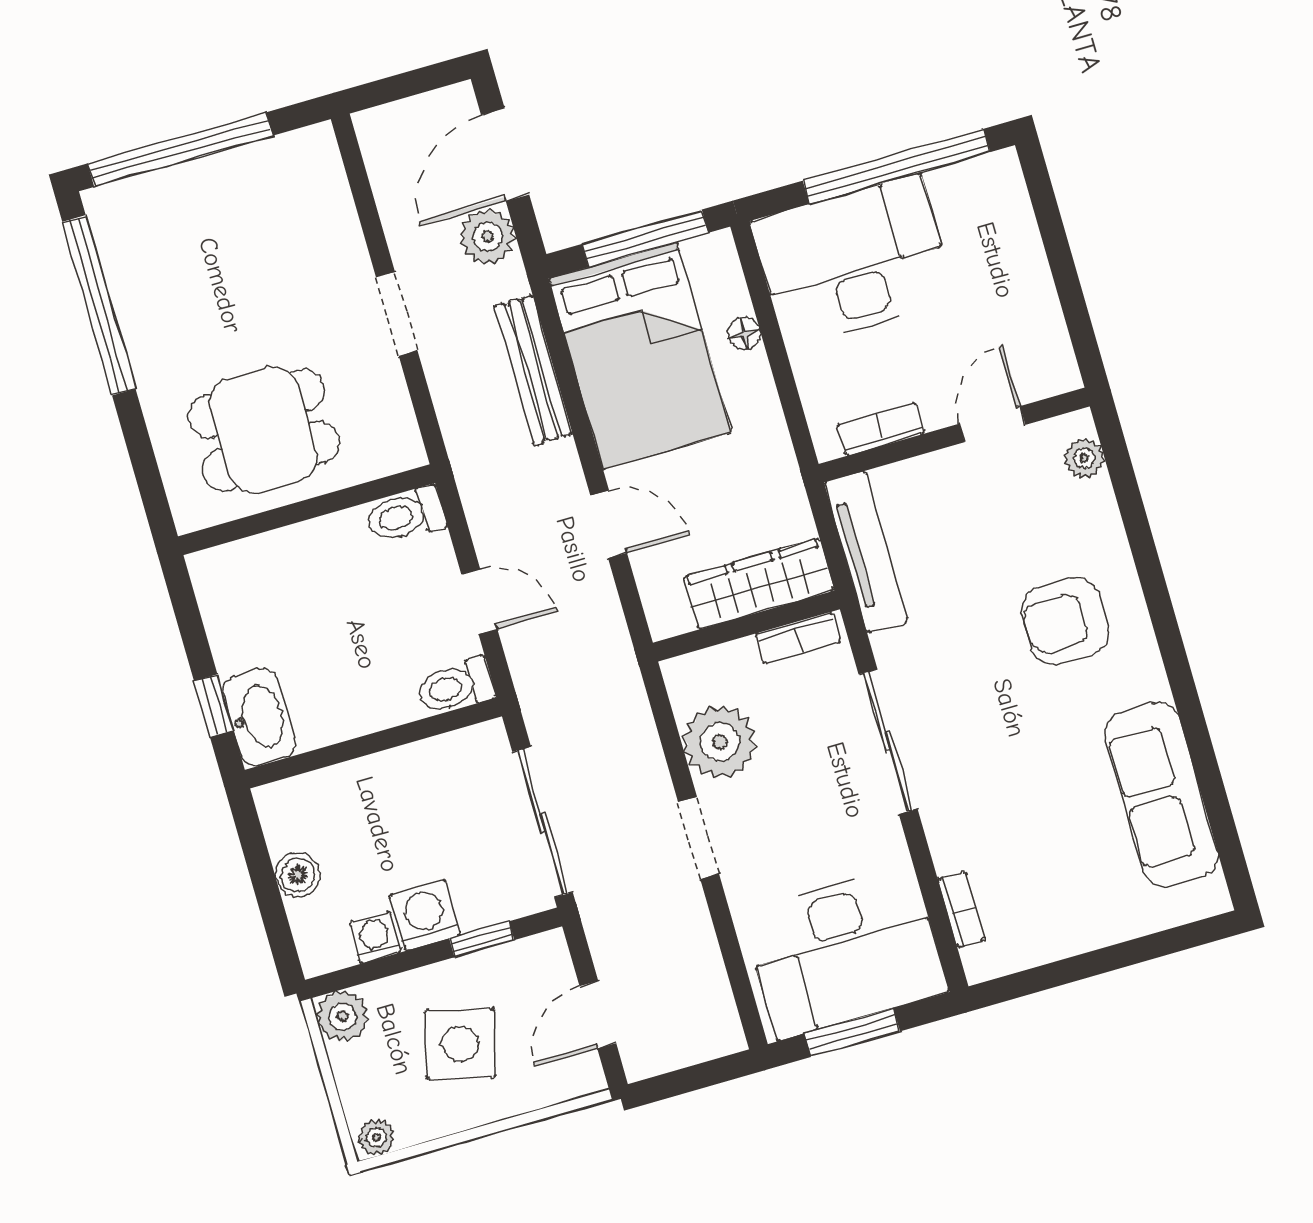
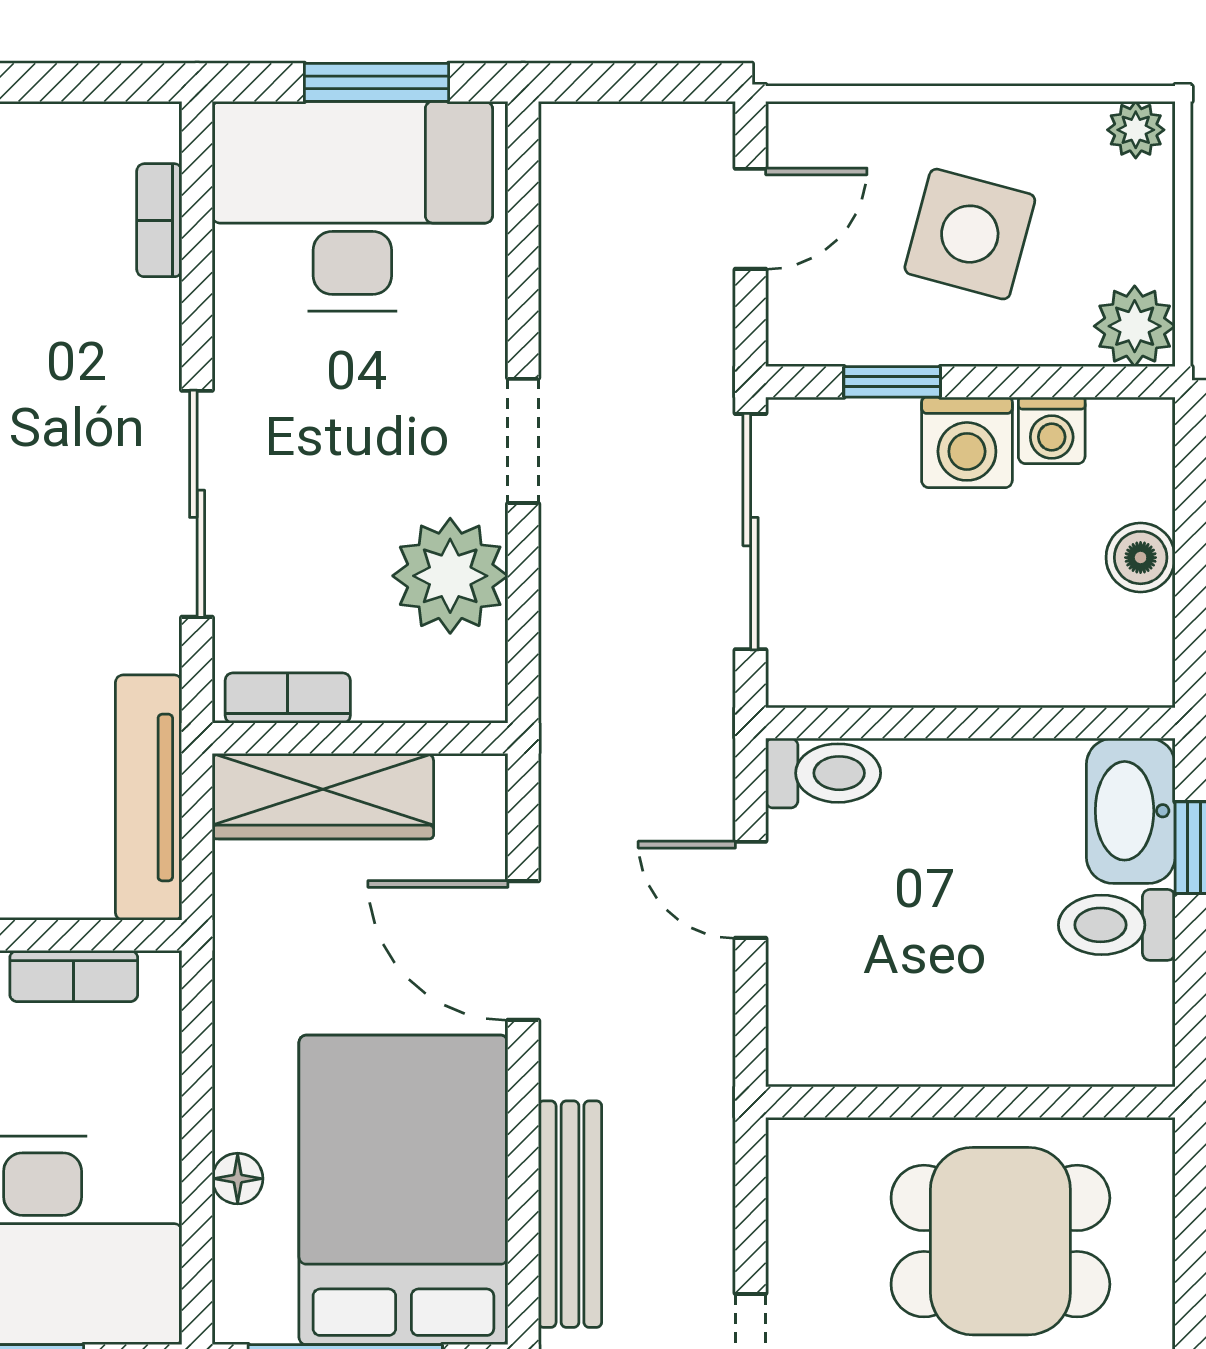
toilet: (406, 515) -> (1117, 925), moved, turned 180
door: (609, 524) -> (523, 950), width x1.37

